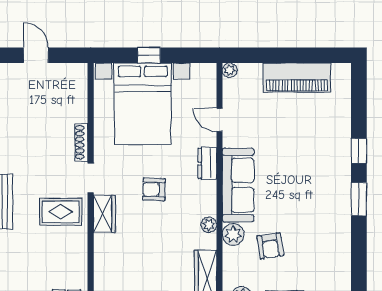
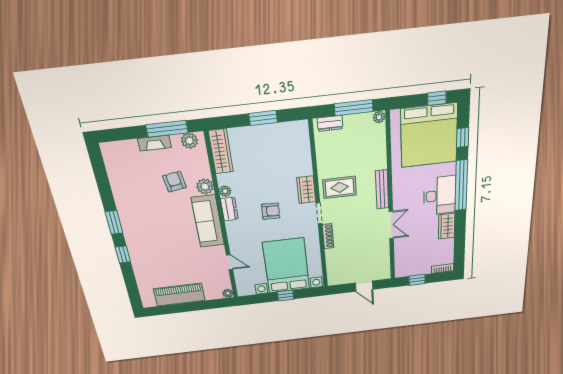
dresser: (207, 163) -> (229, 209), moved

